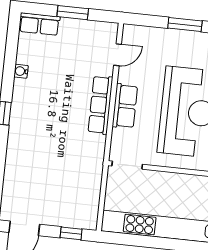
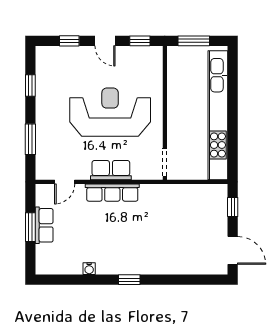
row of seats: (39, 24) -> (44, 225), moved
window: (185, 25) -> (30, 139), moved
door: (118, 55) -> (65, 182), swing flipped

